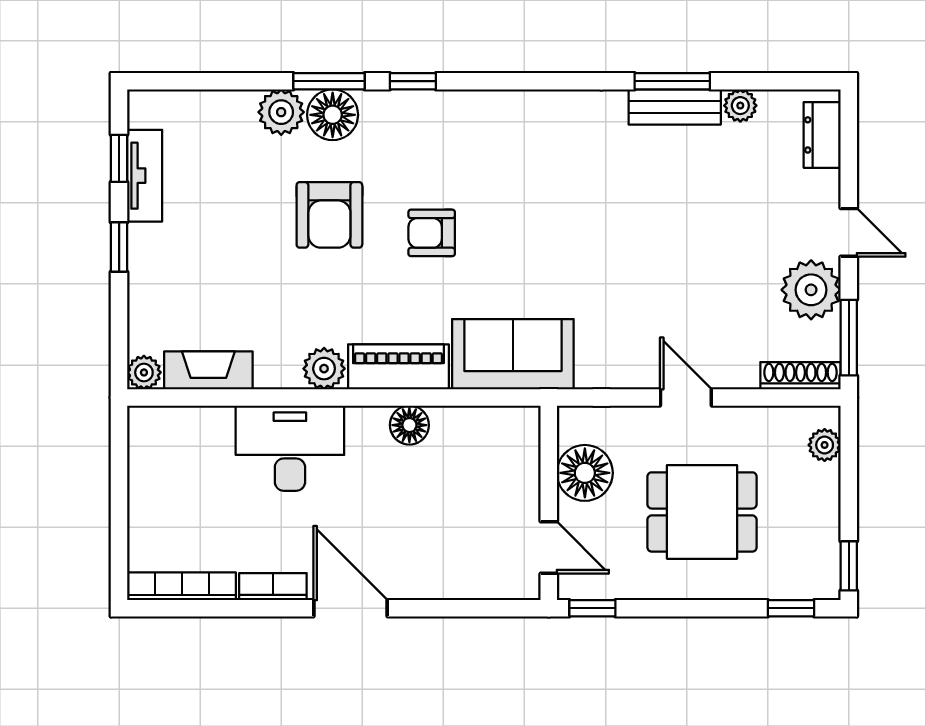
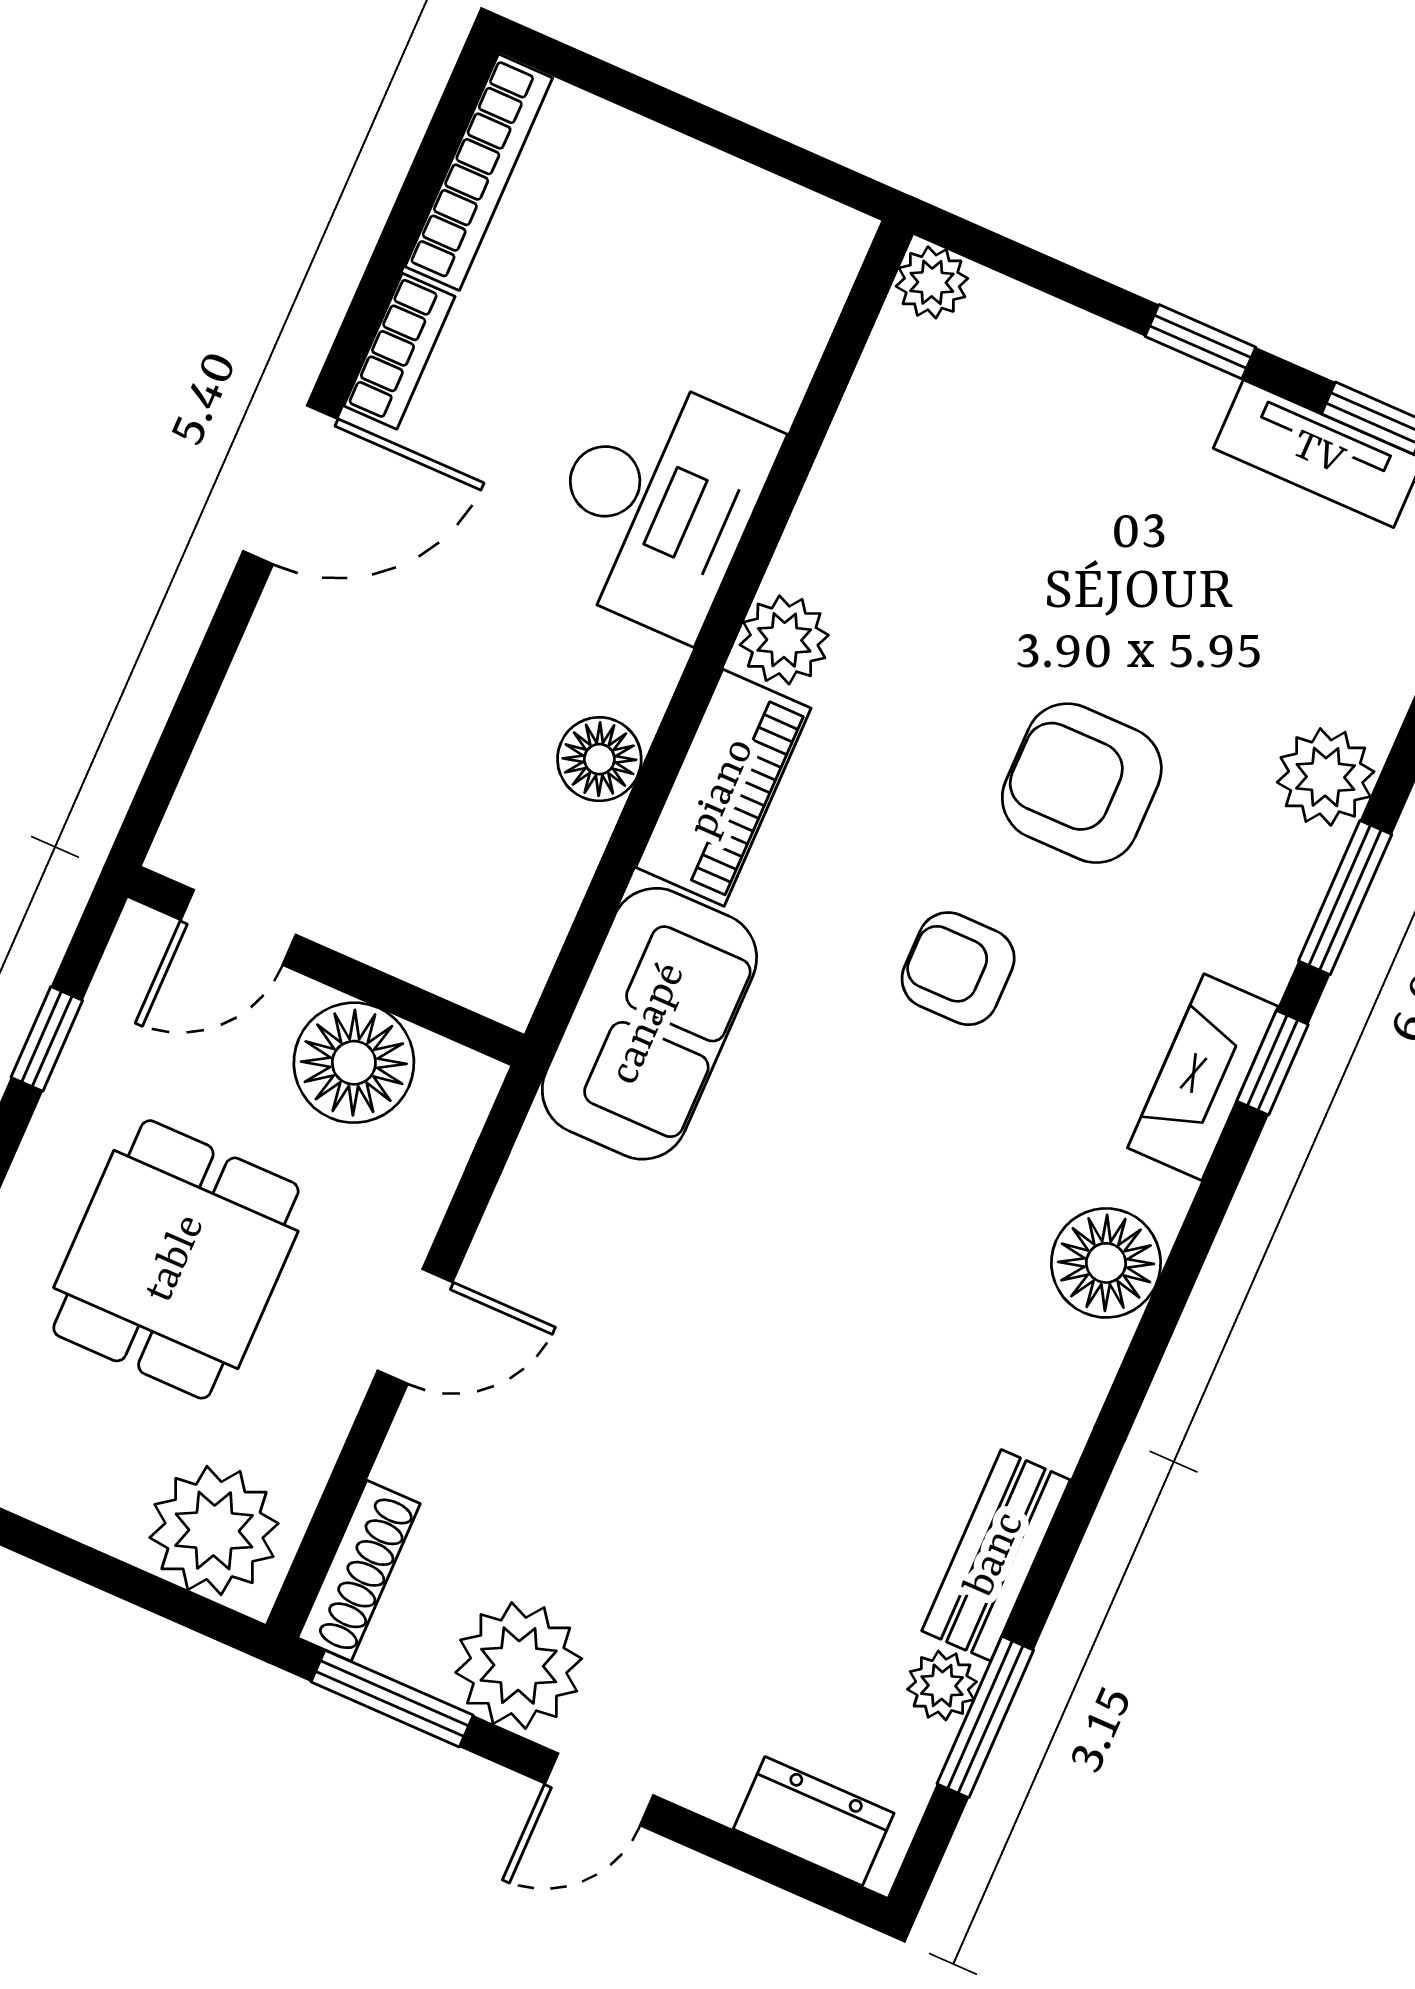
window: (672, 81) -> (985, 1717), moved
floor lamp: (333, 115) -> (1106, 1263), moved
armchair: (432, 233) -> (958, 969), turned -90
fireplace: (208, 370) -> (1203, 1077), moved, turned 180
plant: (825, 445) -> (214, 1530), width x1.87, depth x1.87
window: (592, 608) -> (47, 1039), moved

